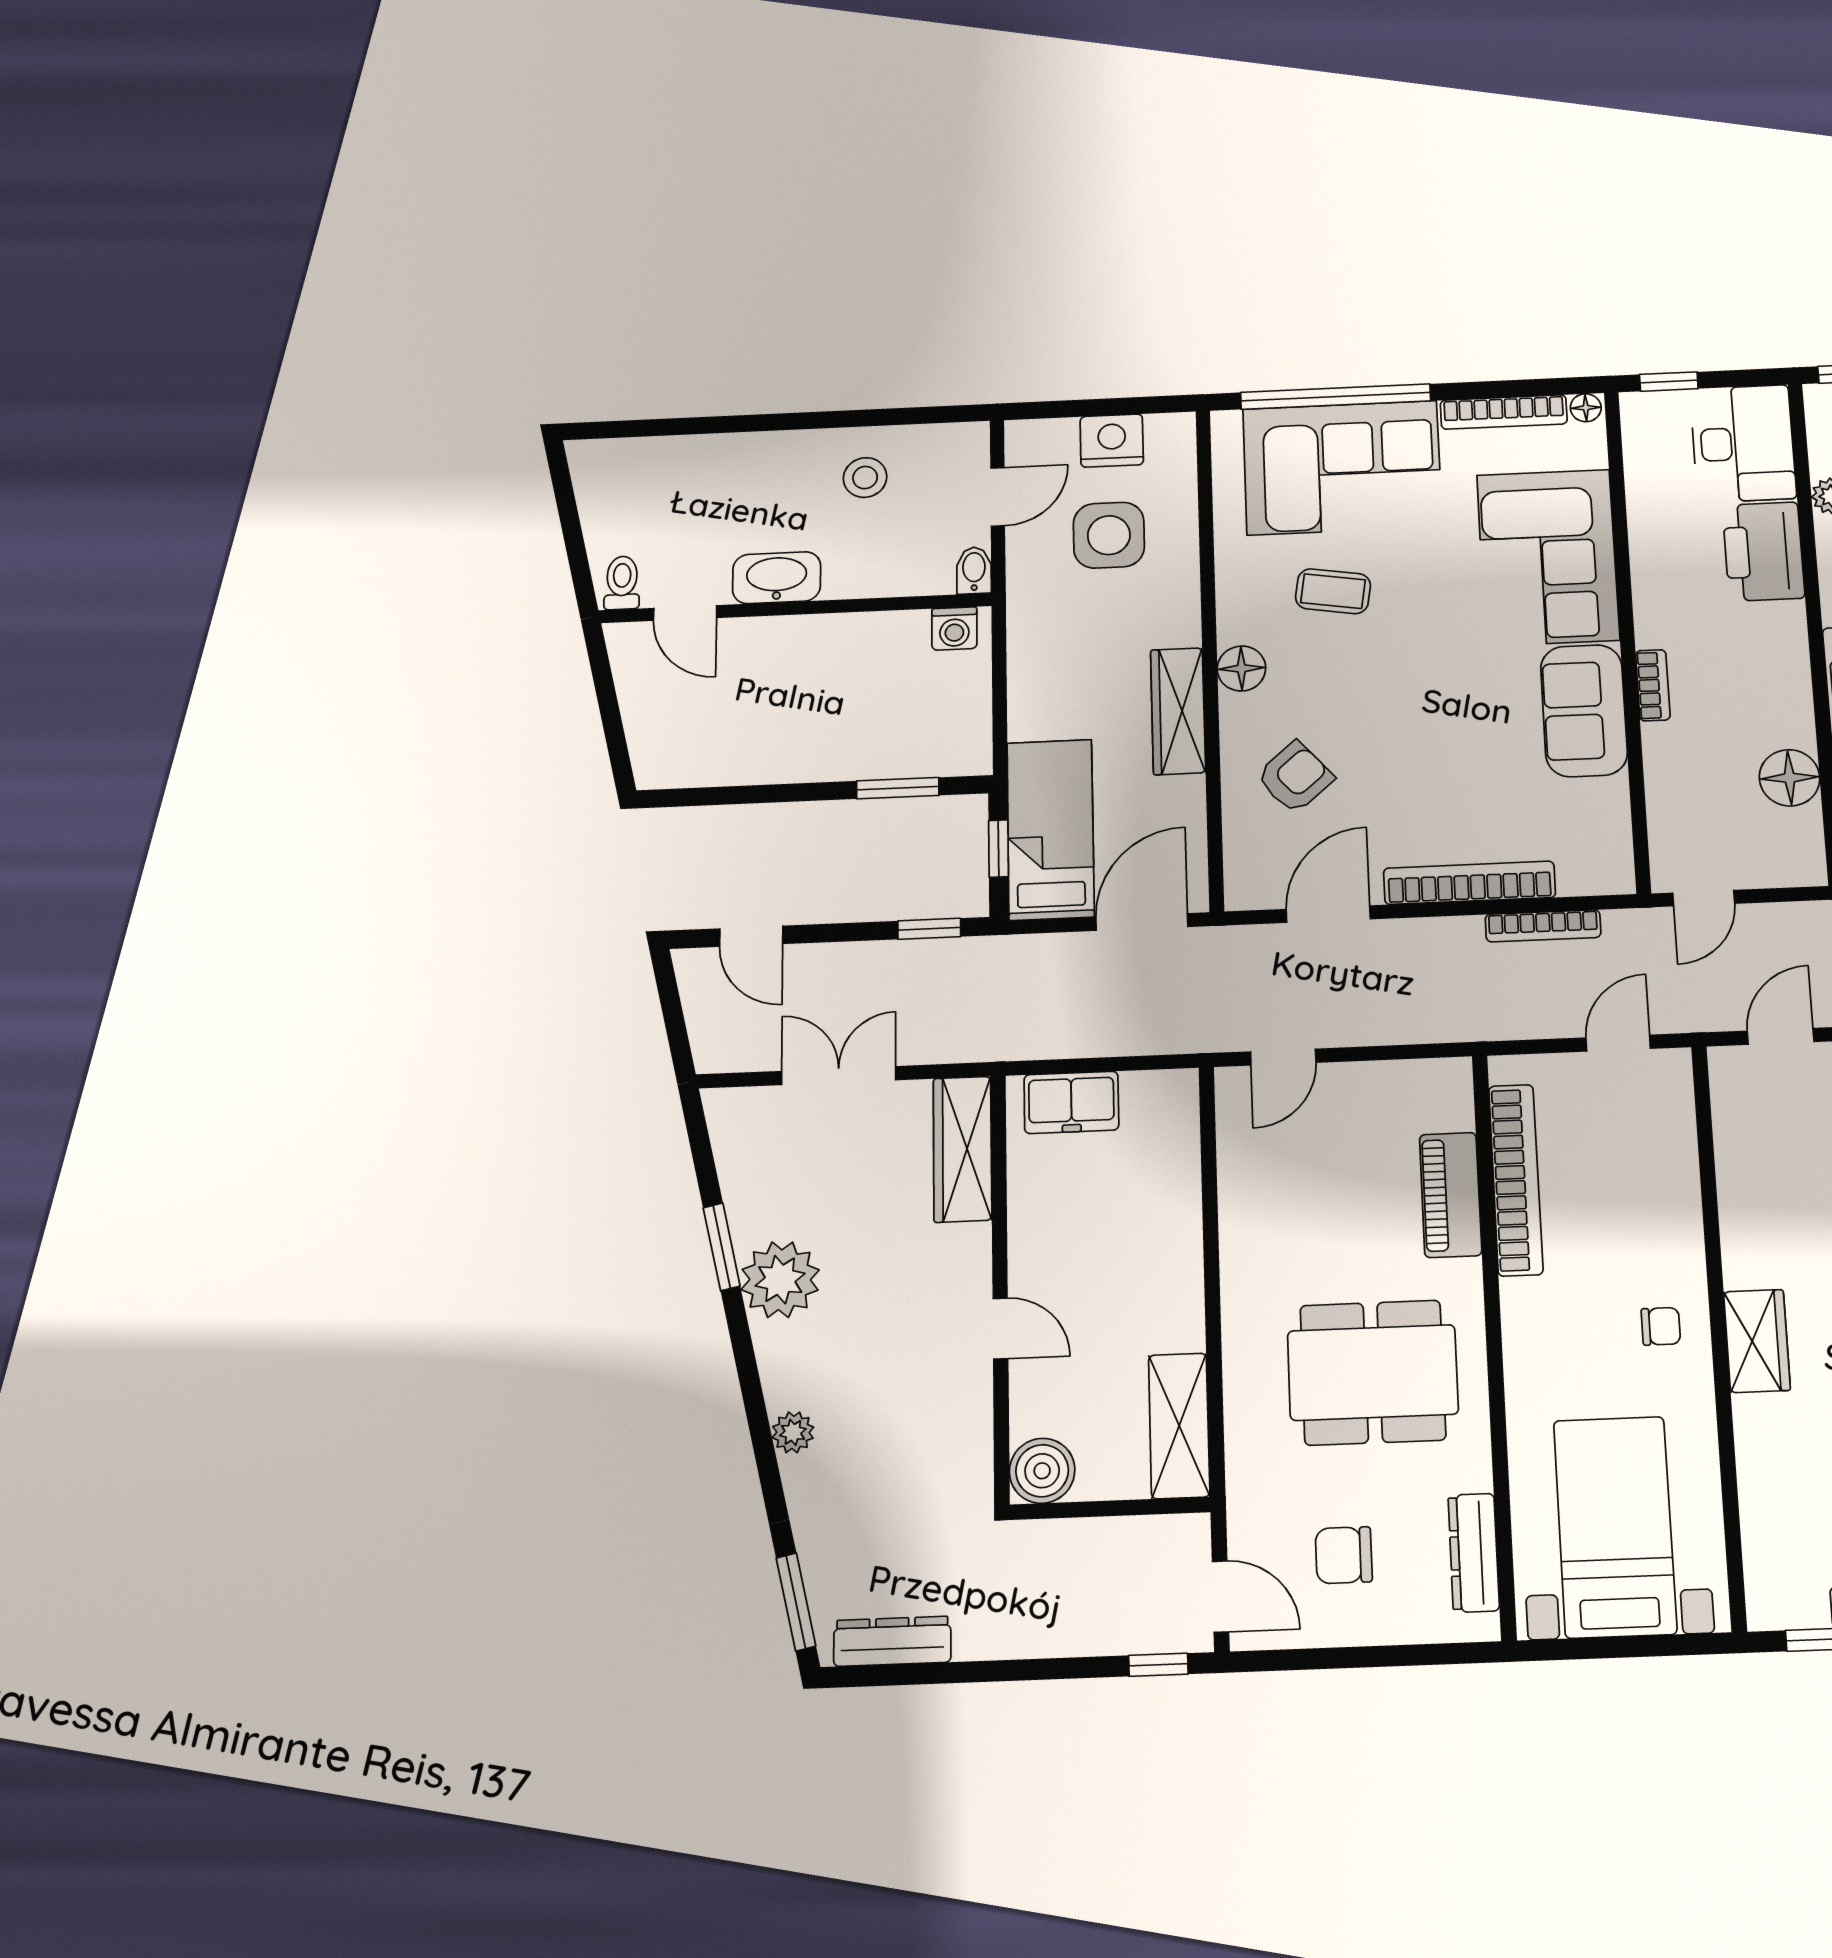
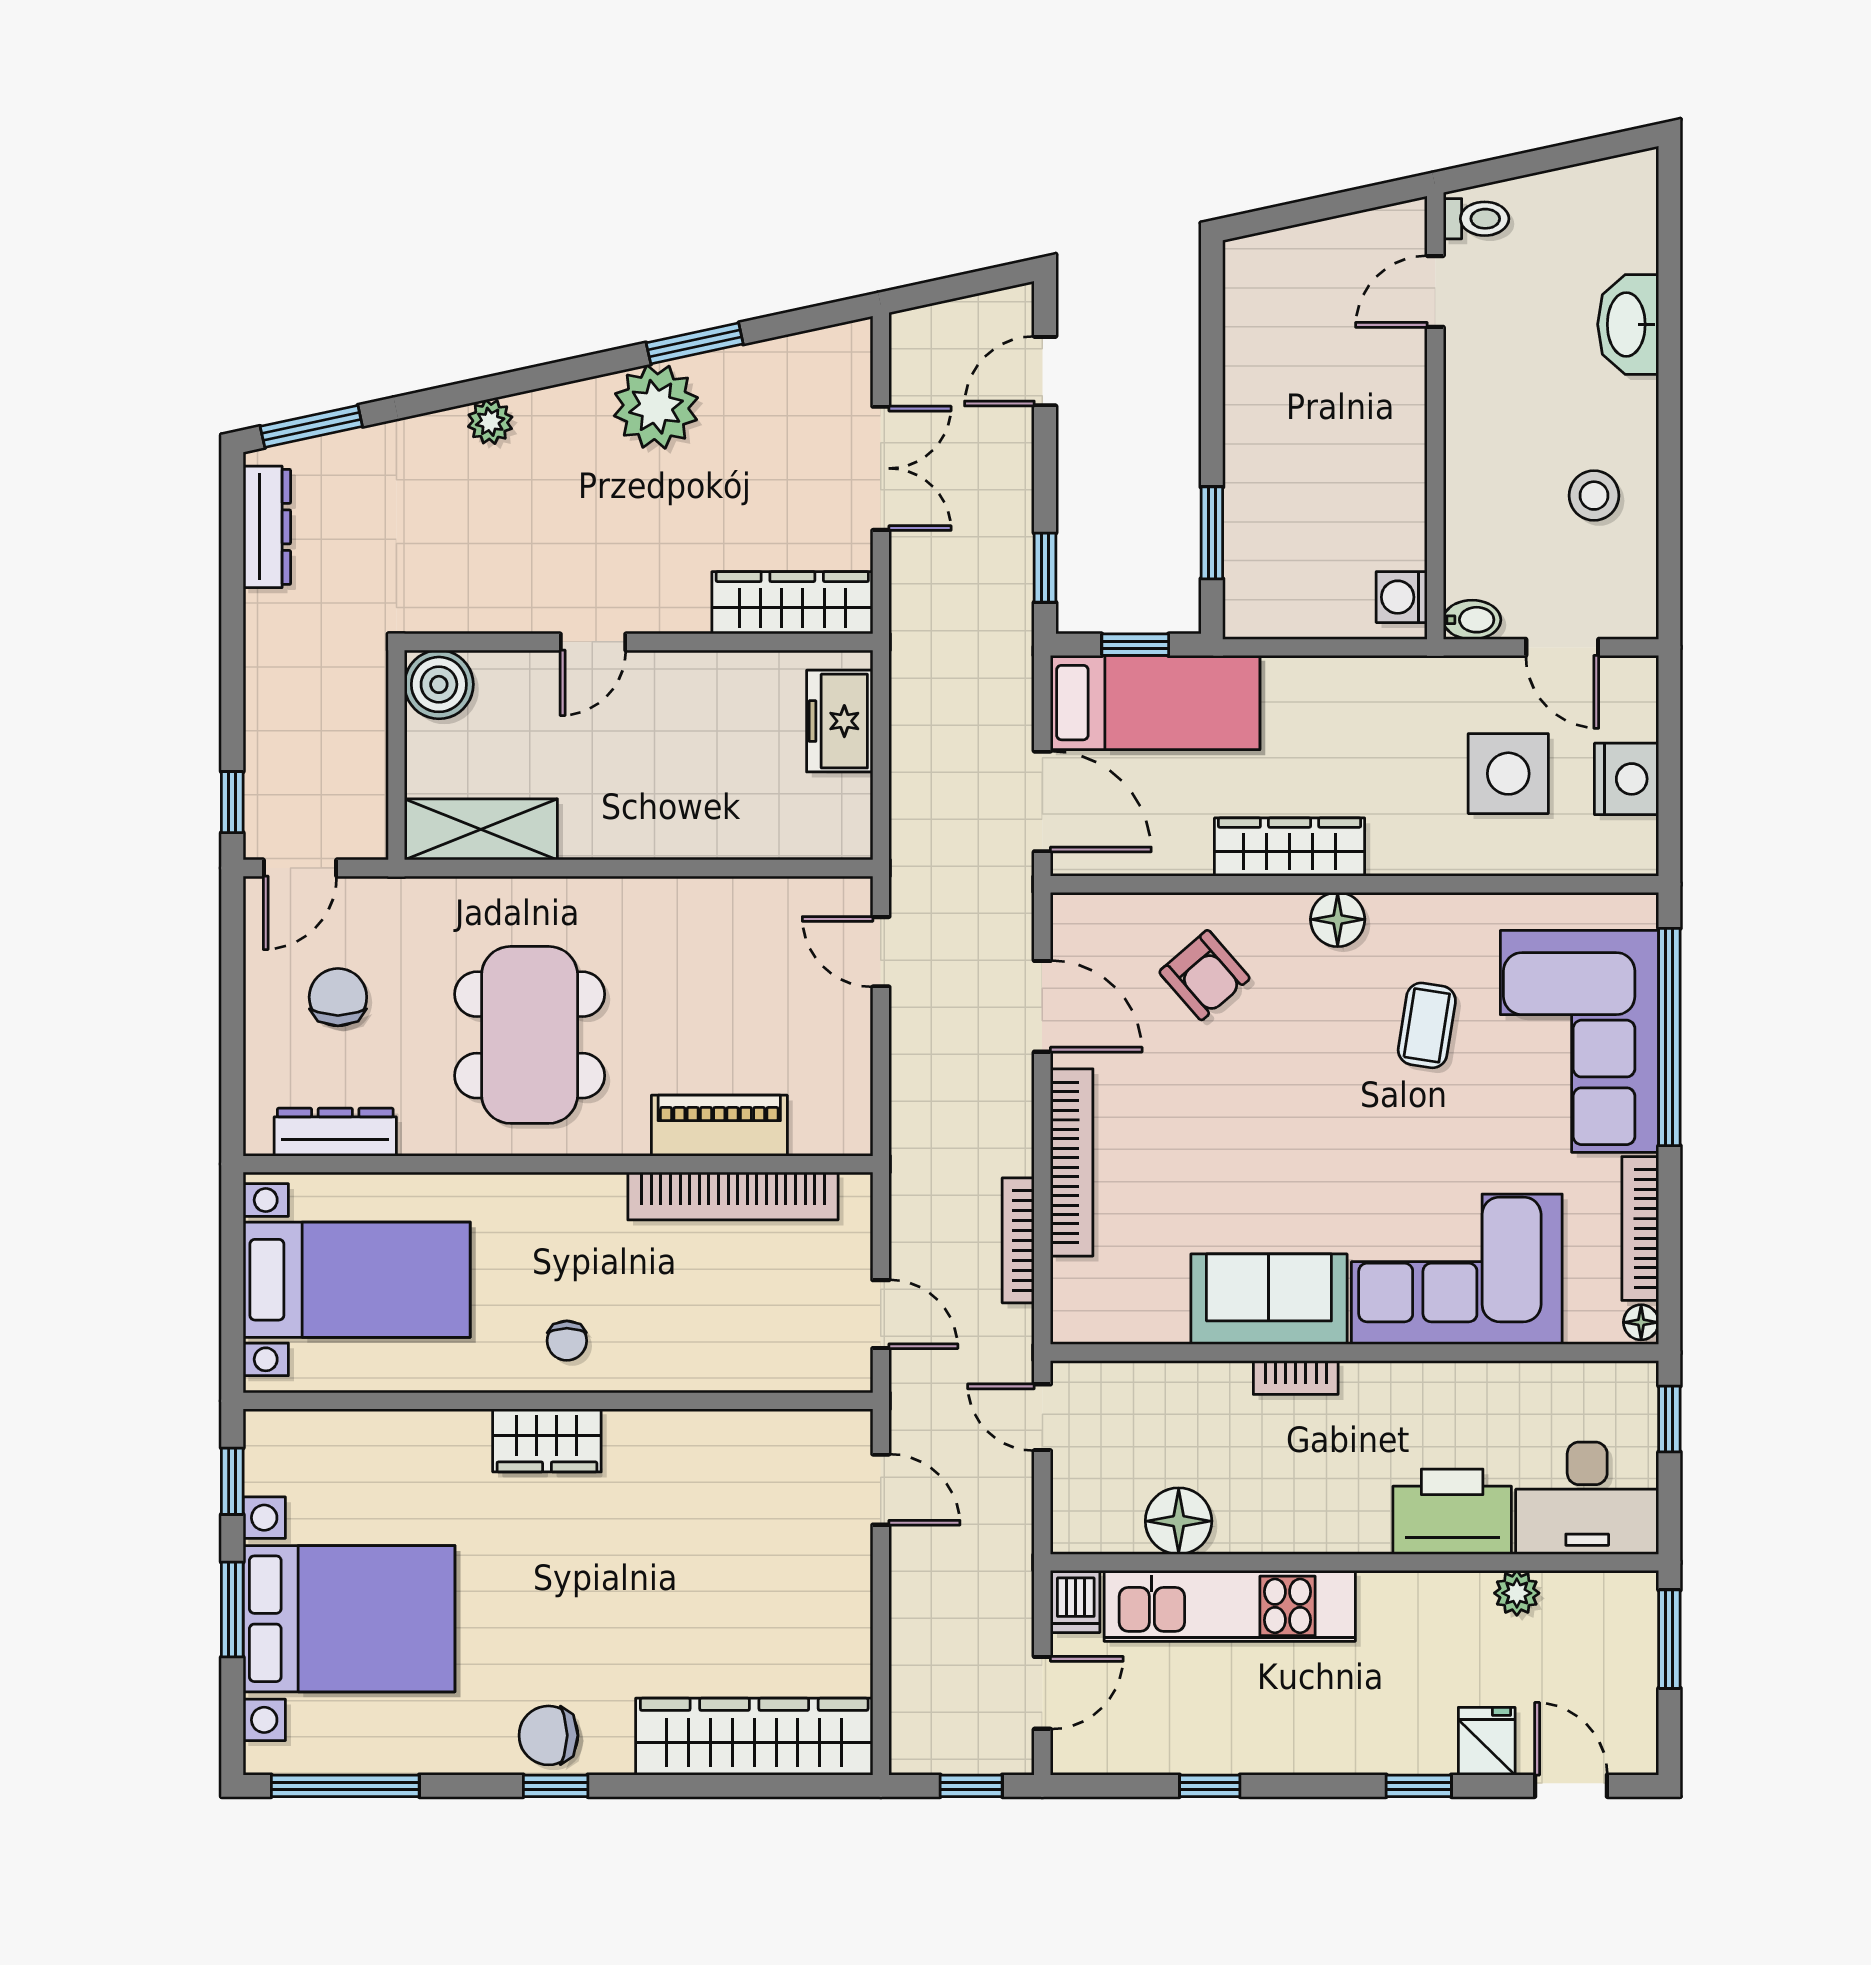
washbasin: (777, 578) -> (1628, 324), moved, turned 180

